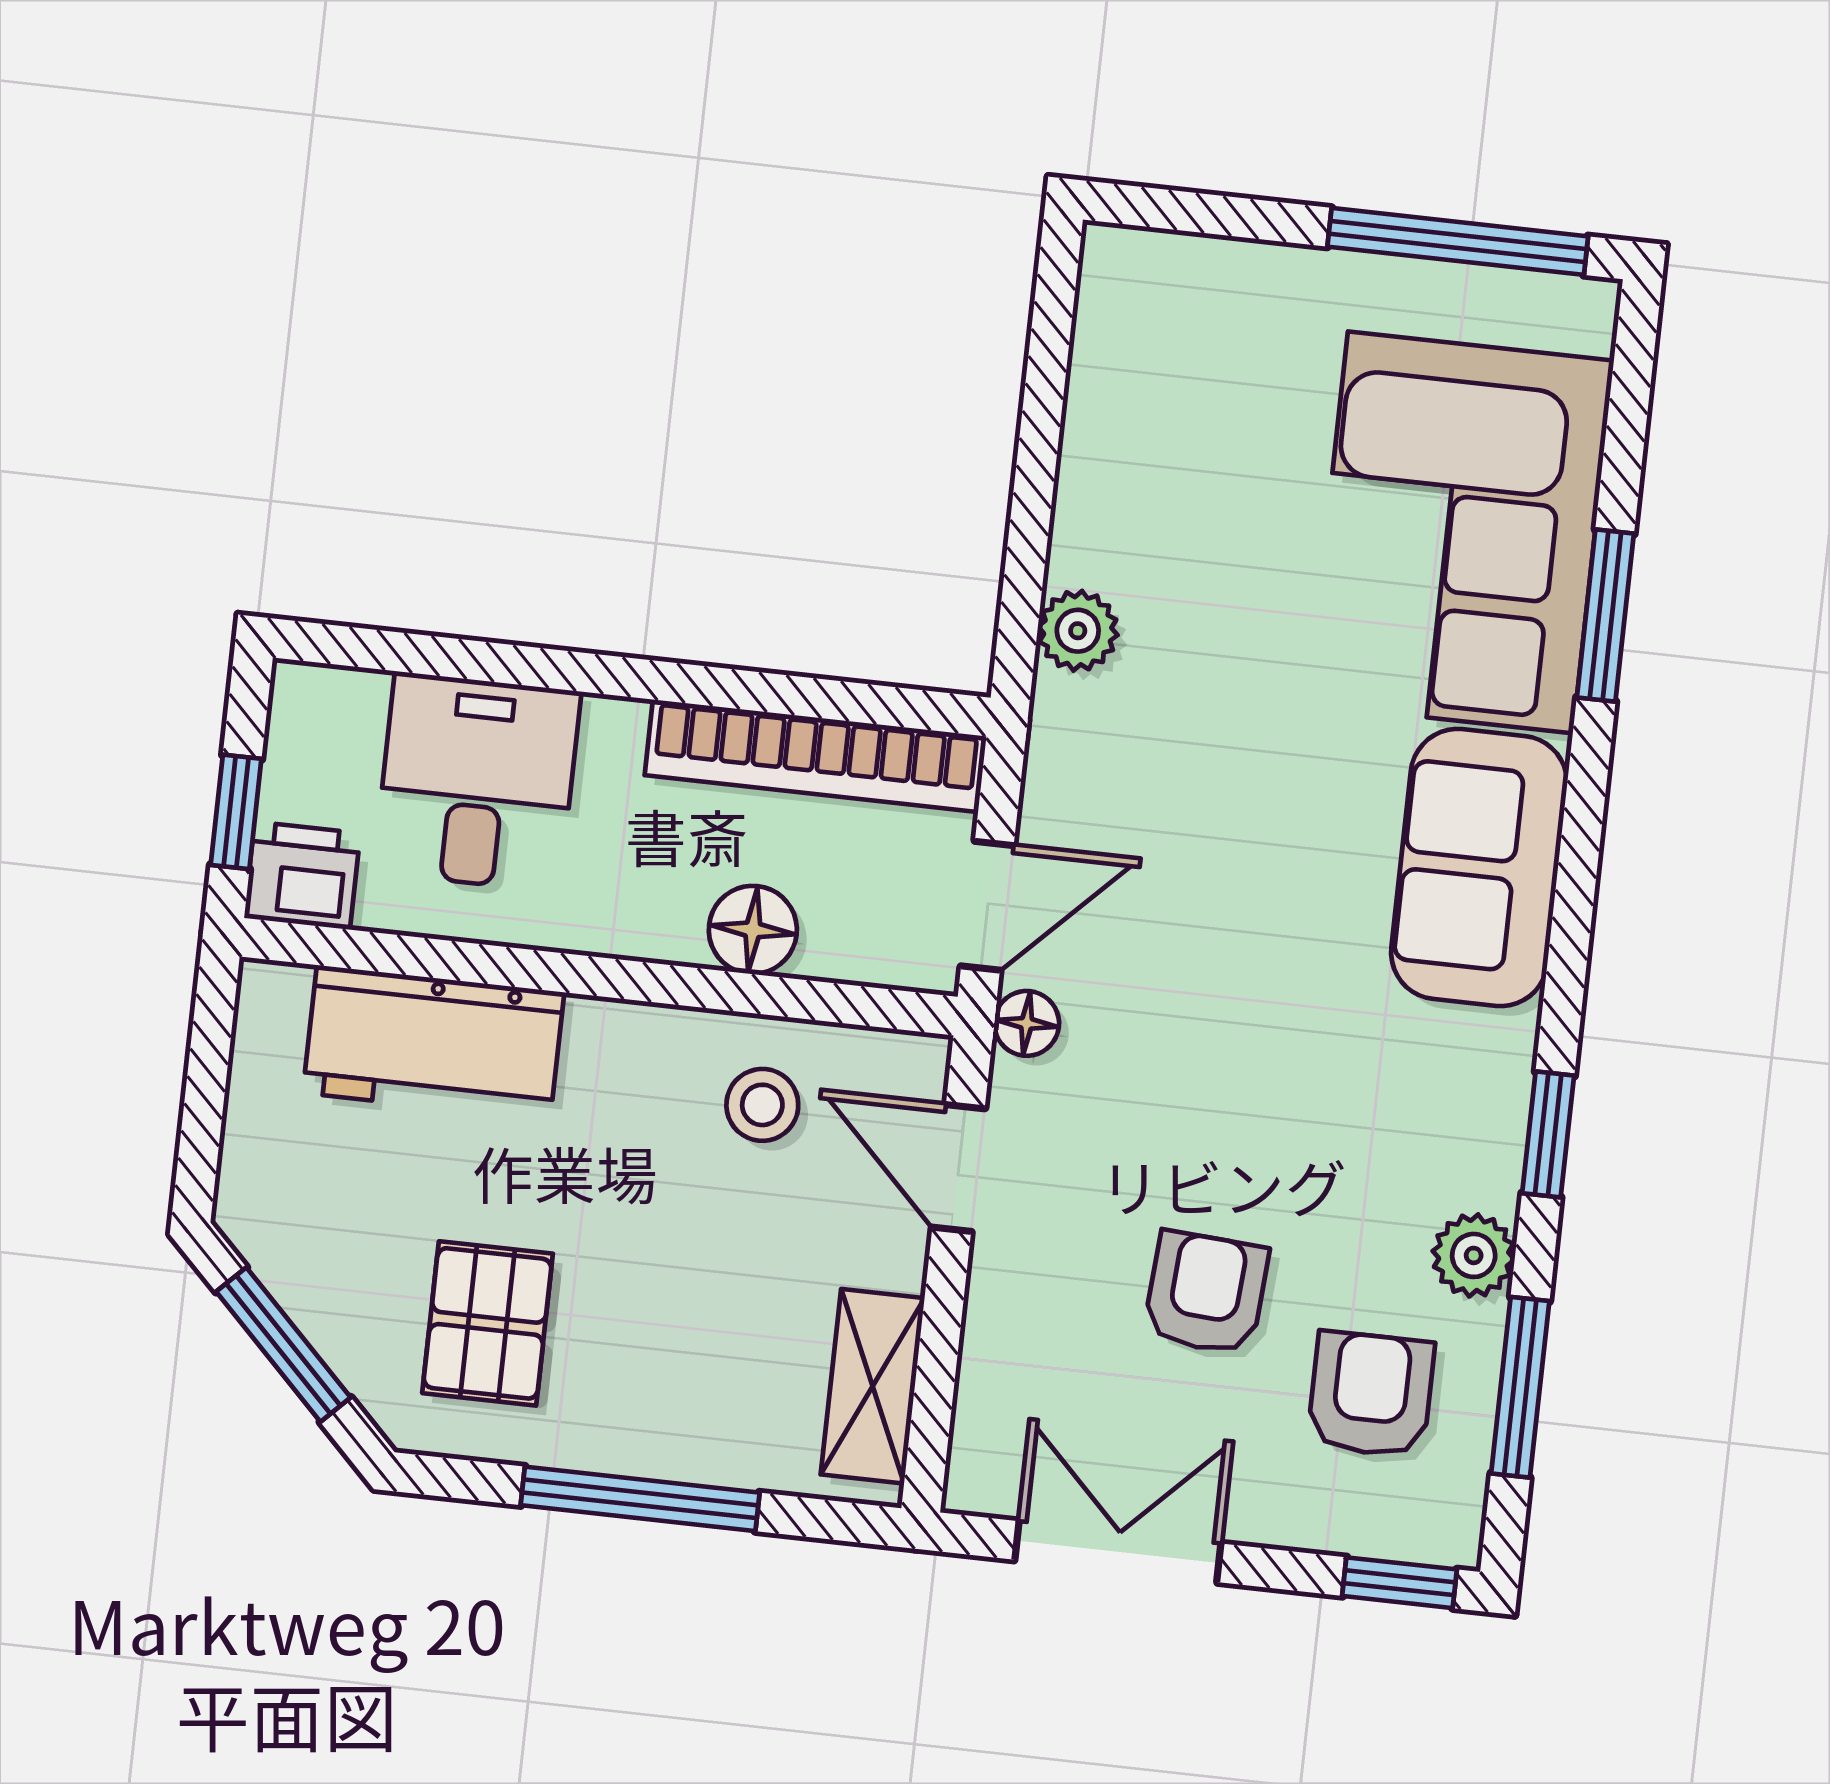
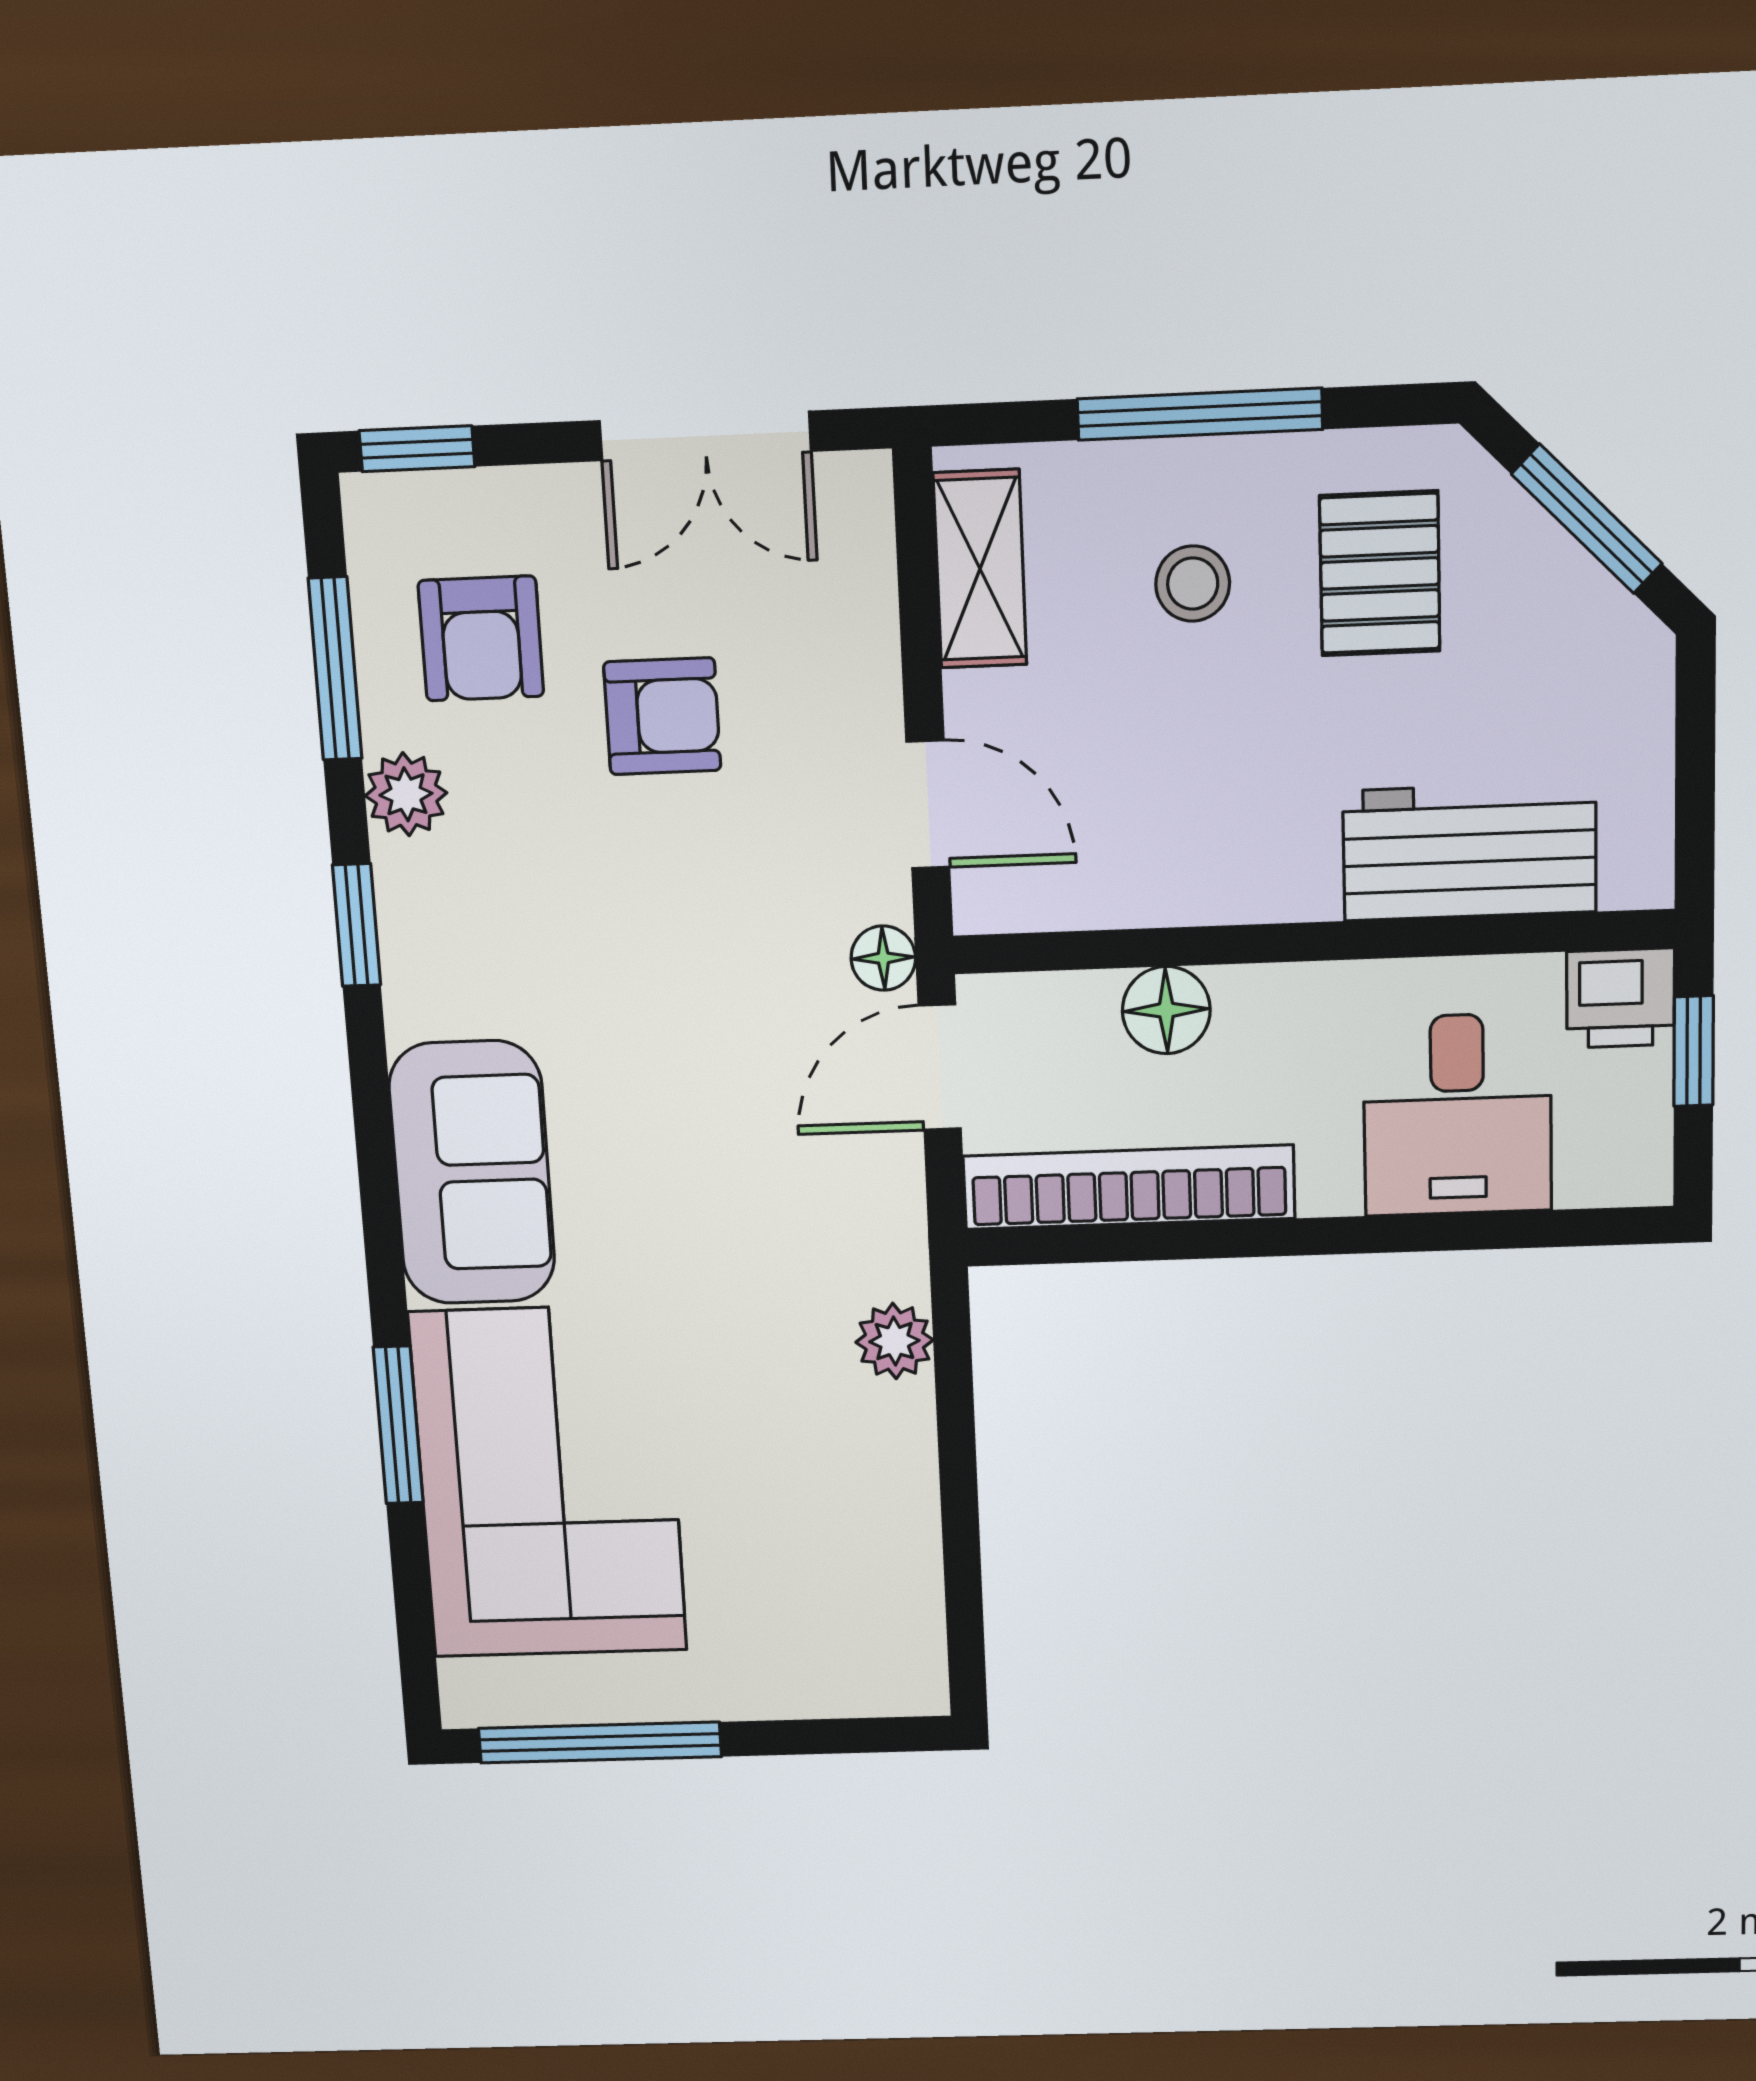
stool: (762, 1105) -> (1193, 583), moved
armchair: (1206, 1293) -> (662, 716), turned -94

